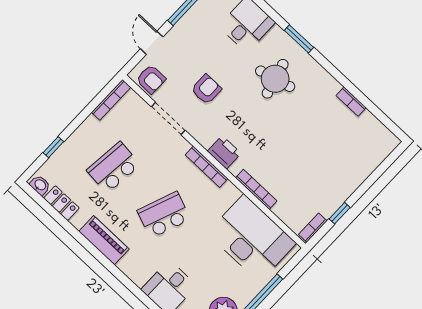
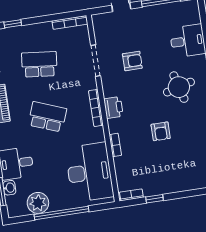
armchair: (151, 79) -> (161, 131), moved
bookcase: (256, 189) -> (115, 145), width x0.64

